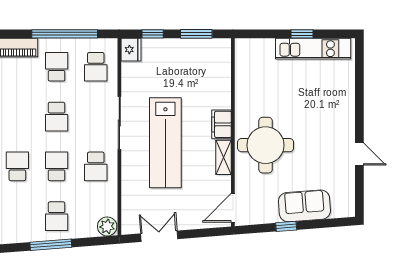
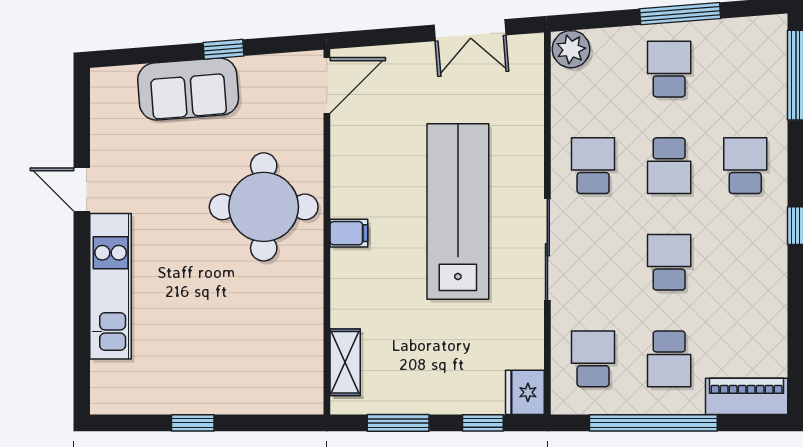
kitchen unit: (313, 49) -> (111, 286), moved, turned 90
filing cabinet: (222, 124) -> (349, 233), width x0.50
shelving: (224, 157) -> (345, 362), moved
school desk: (17, 166) -> (745, 166), turned 180

